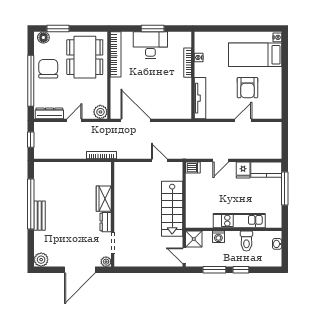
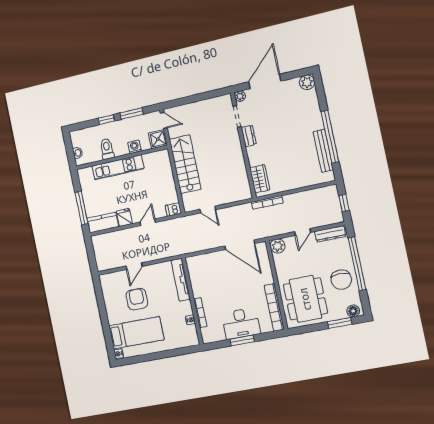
wardrobe: (104, 199) -> (260, 179), moved
bench: (40, 216) -> (323, 151), moved, width x1.36

